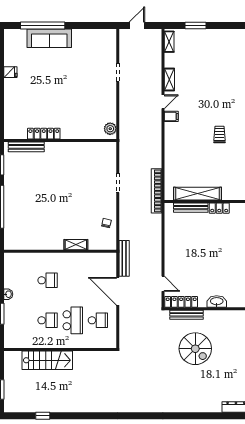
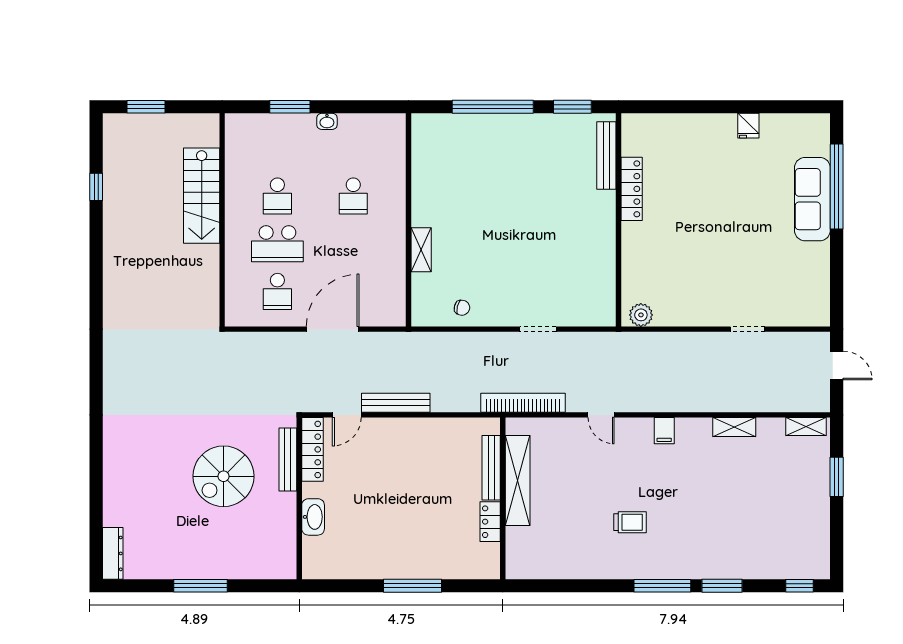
door: (163, 102) -> (601, 415), moved
bench: (124, 258) -> (396, 403), moved

